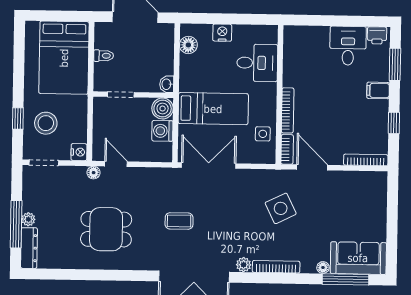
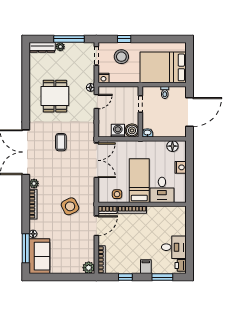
bed: (213, 109) -> (139, 181), moved, turned 180
plant: (378, 181) -> (89, 268), added
window: (16, 224) -> (69, 39), moved

